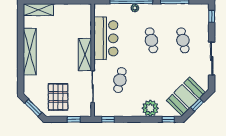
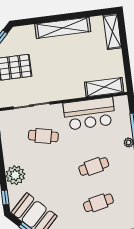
shelving: (85, 55) -> (104, 87), moved

